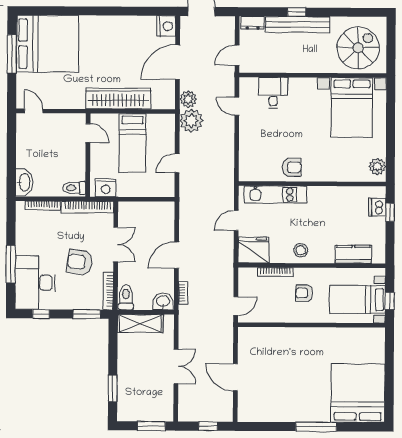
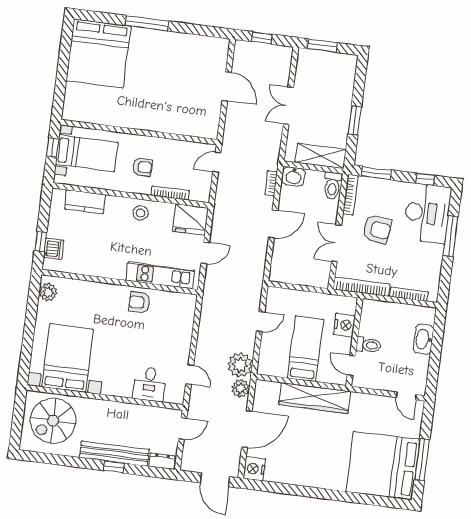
washbasin: (24, 182) -> (423, 339), moved
toilet: (74, 188) -> (368, 345), moved
nightstand: (106, 188) -> (344, 325), moved, turned 90
window: (113, 389) -> (355, 120), moved

